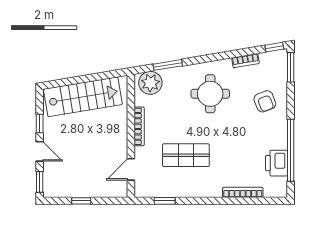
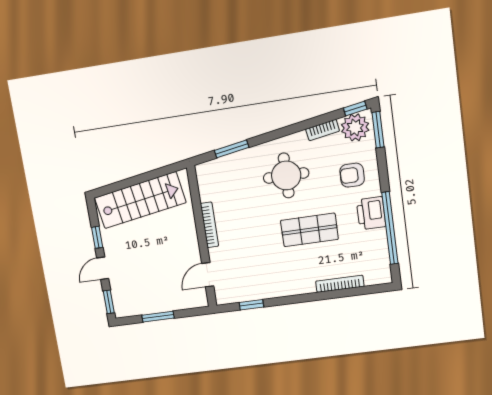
plant: (150, 83) -> (355, 127), moved
armchair: (265, 101) -> (352, 175), turned 111
door: (40, 151) -> (103, 268), swing flipped
shop shelf: (186, 155) -> (309, 230), moved
printer: (276, 163) -> (371, 213), moved
window: (81, 201) -> (158, 317), width x1.50

